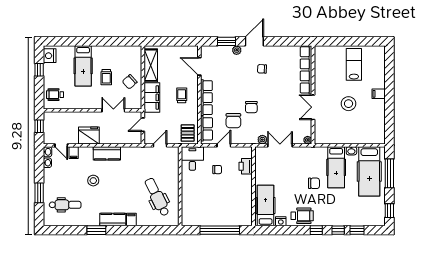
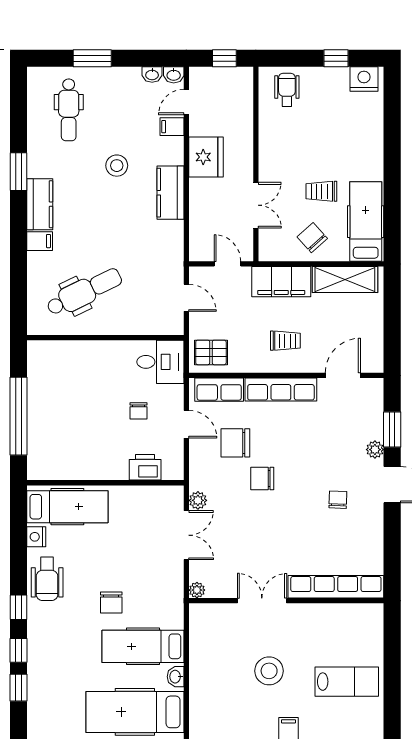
hospital bed: (83, 66) -> (366, 222), moved, turned 90

